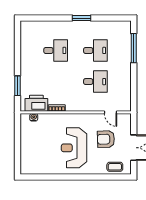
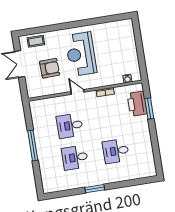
window: (134, 48) -> (33, 145), moved
printer: (36, 103) -> (137, 104), moved, turned 90
door: (111, 112) -> (77, 92), moved
reception desk: (74, 148) -> (81, 54), turned 180

